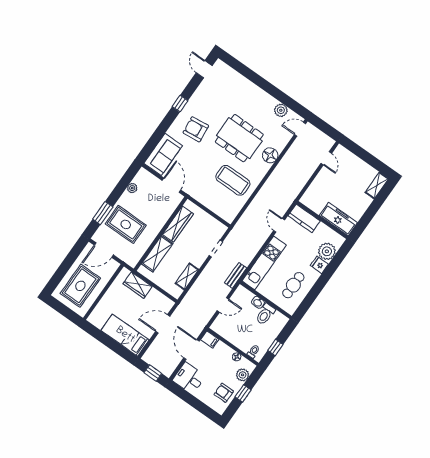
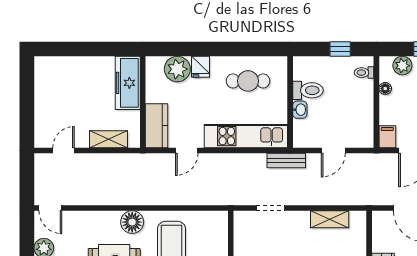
floor lamp: (270, 155) -> (132, 222), moved
shelving: (377, 185) -> (108, 139), moved
door: (223, 305) -> (333, 150), swing flipped

